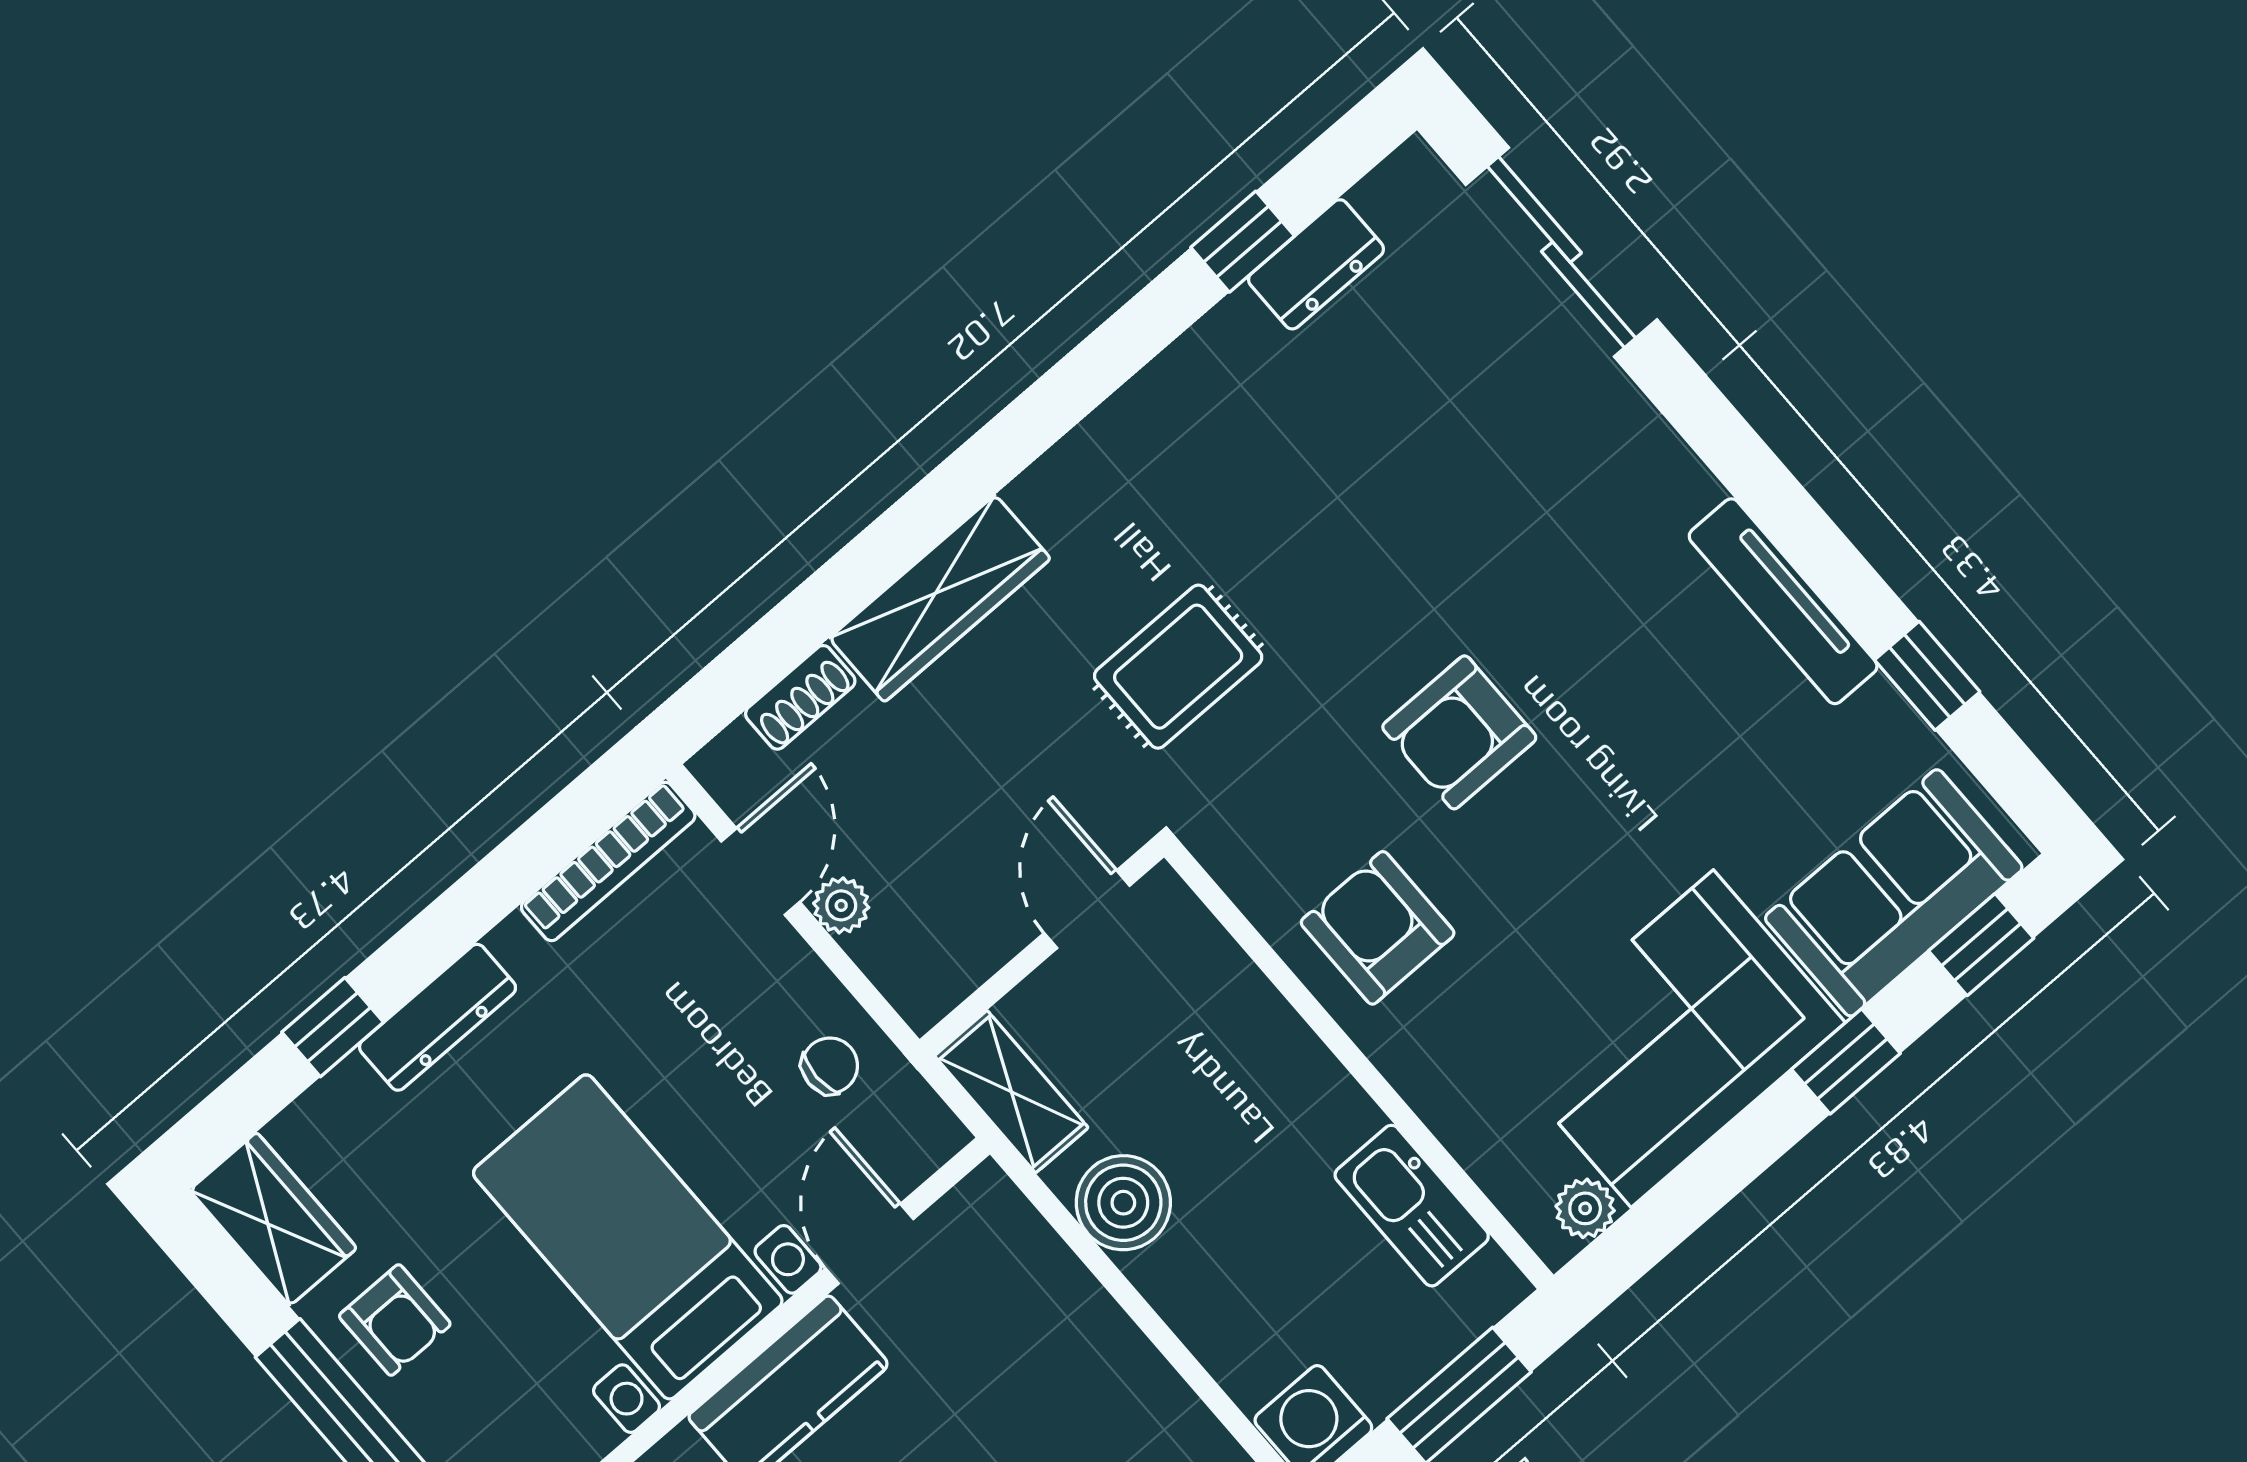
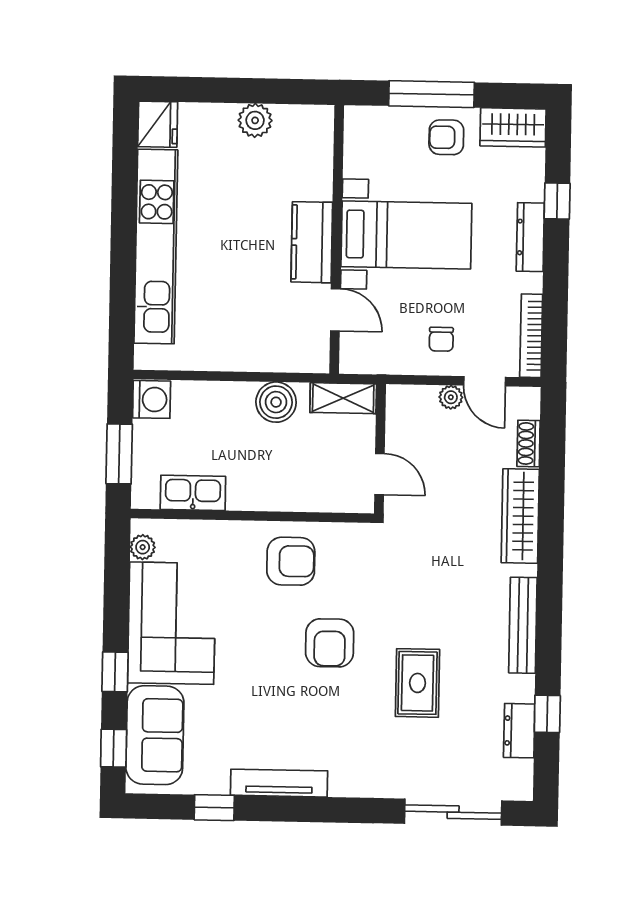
bench: (1126, 423) -> (523, 625), added
rug: (1178, 667) -> (418, 683), moved
armchair: (1459, 732) -> (330, 643), turned 180
chair: (830, 1066) -> (441, 339), moved

